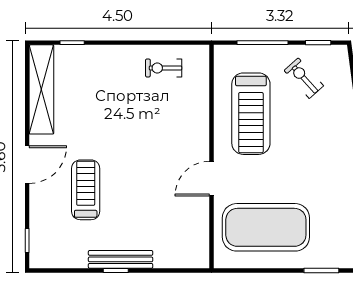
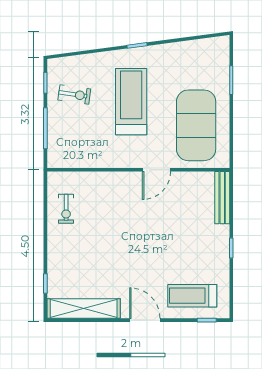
exercise bike: (304, 78) -> (74, 94), turned -130
treadmill: (251, 114) -> (131, 102), moved, turned -90
door: (211, 179) -> (156, 170), hinge flipped
treadmill: (86, 190) -> (192, 296), moved
bench: (121, 259) -> (222, 198), moved

